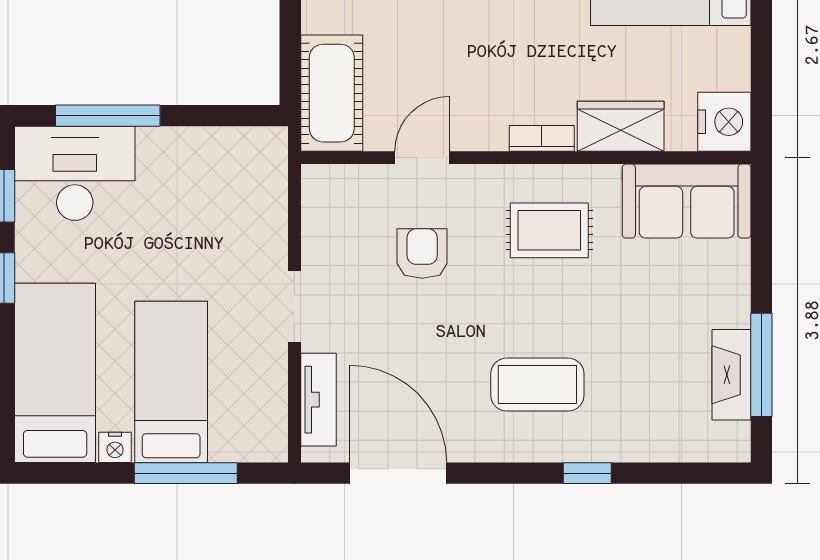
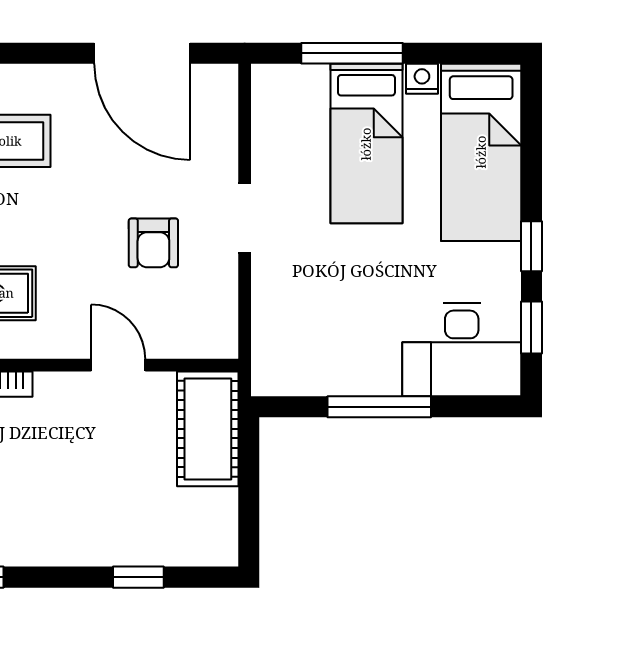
window: (108, 116) -> (379, 407), moved
door: (422, 158) -> (118, 365), swing flipped
armchair: (422, 254) -> (153, 243), moved
tv unit: (319, 400) -> (221, 126), removed

